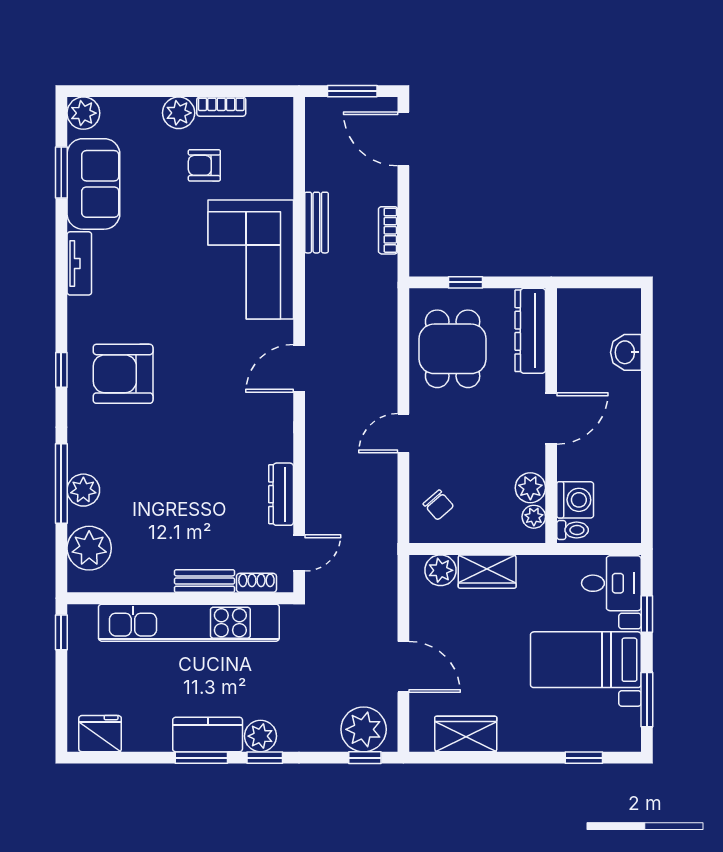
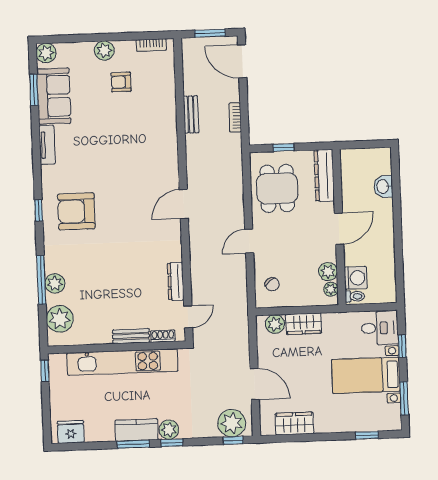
bookcase: (221, 107) -> (151, 45), moved
corner sofa: (251, 259) -> (152, 139), removed

